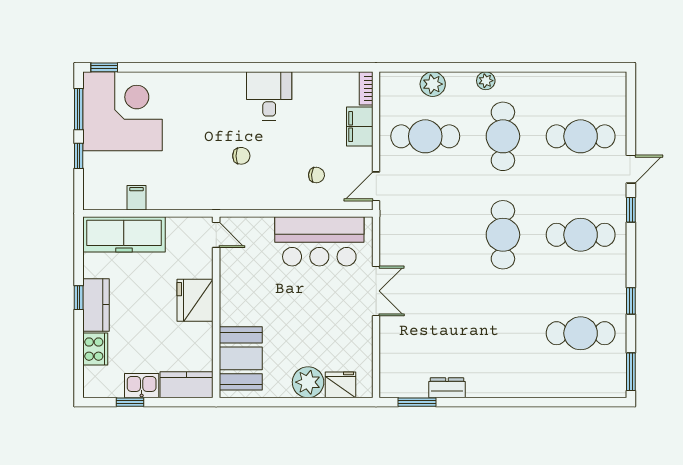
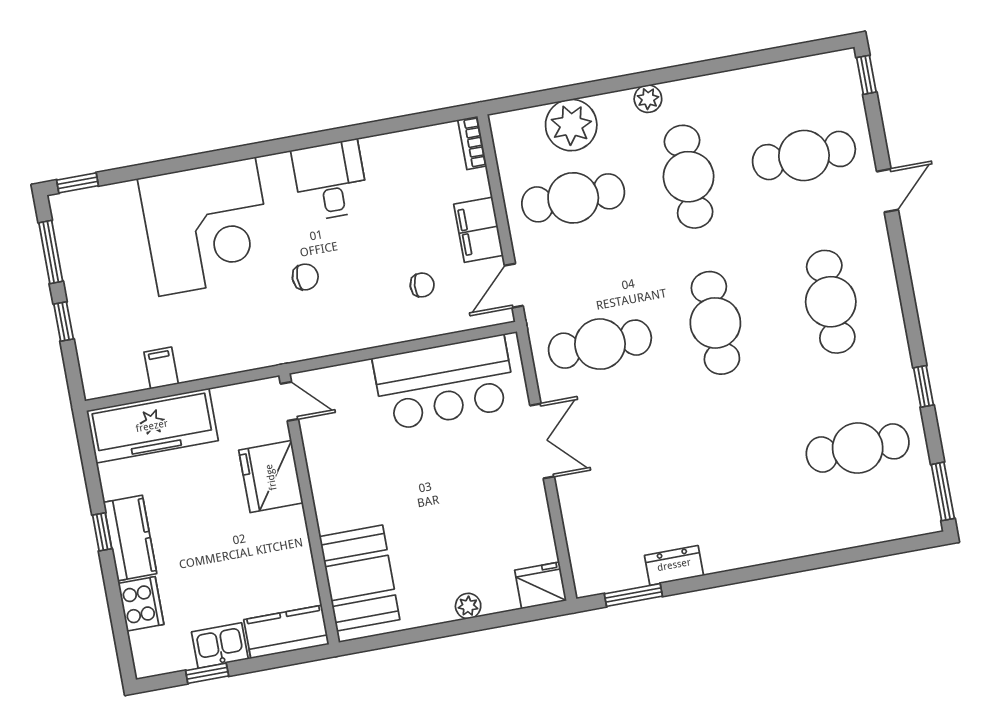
plant: (433, 84) -> (571, 125), width x1.36, depth x1.36
corner desk: (122, 111) -> (207, 227), moved, turned 90
filing cabinet: (360, 127) -> (478, 230), moved
window: (631, 210) -> (866, 75), moved
cafe table: (425, 235) -> (600, 344), added
cafe table: (581, 235) -> (831, 302), turned 90
fridge: (195, 300) -> (271, 477), moved
plant: (308, 382) -> (468, 606), width x0.53, depth x0.53
fridge: (341, 385) -> (541, 585), moved

